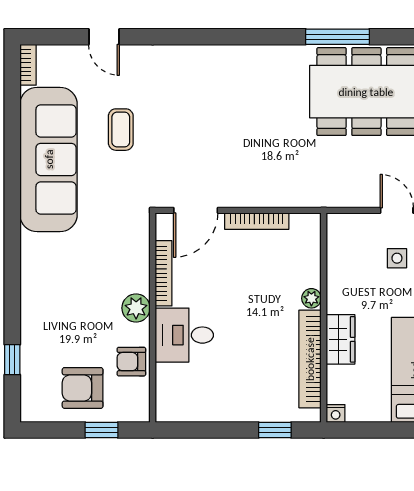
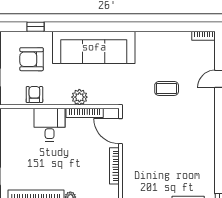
sofa: (49, 159) -> (94, 47), moved
plant: (136, 308) -> (79, 97), moved
armchair: (83, 388) -> (32, 59), moved, turned -90

